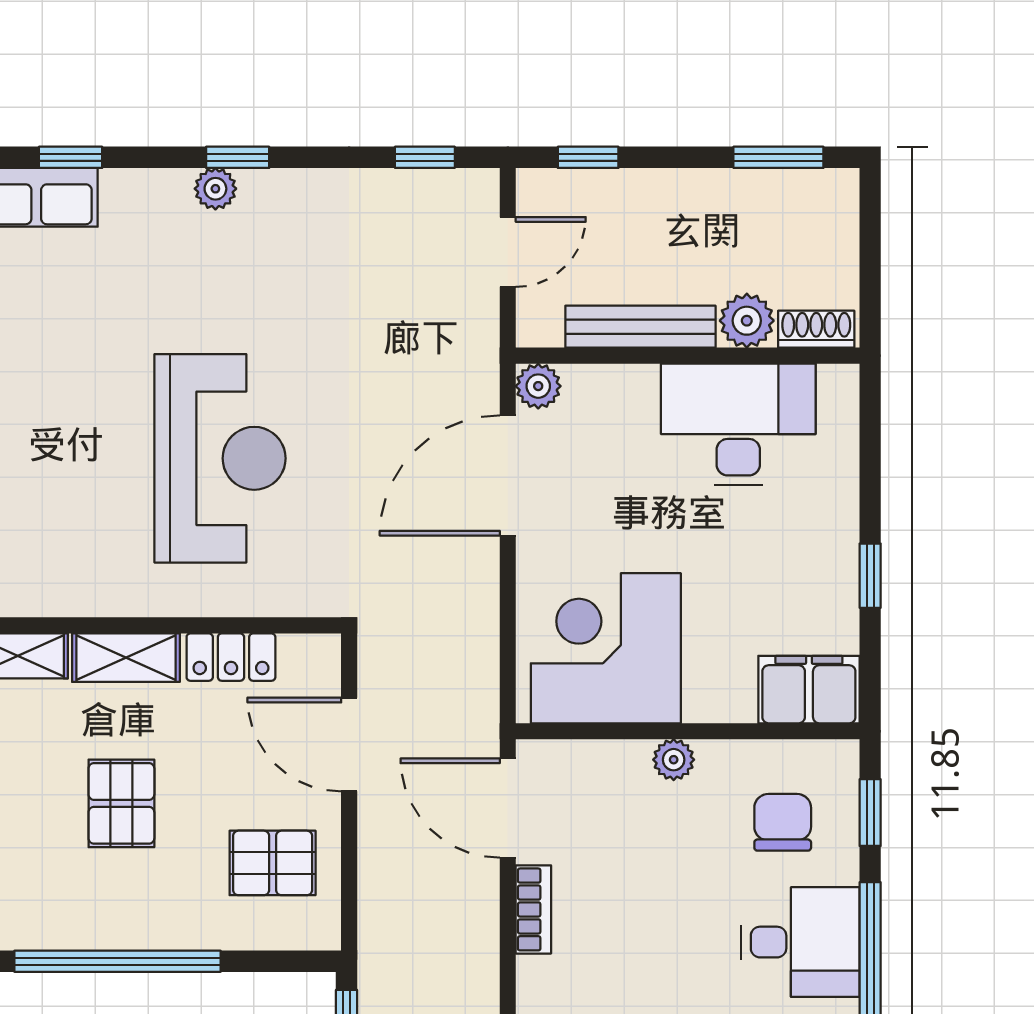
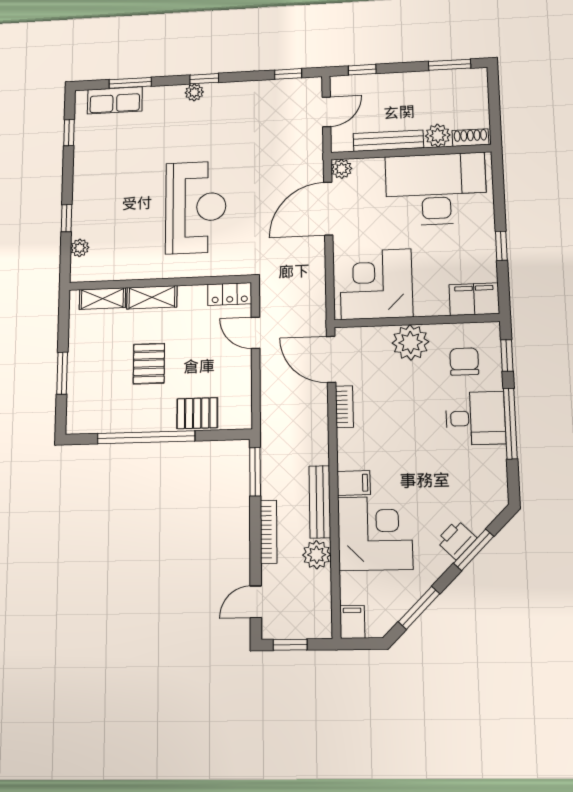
window: (71, 157) -> (130, 83), width x1.50
desk: (738, 424) -> (436, 189), width x1.36, depth x1.30
locker: (231, 657) -> (230, 294), moved
door: (349, 745) -> (256, 333), width x0.73
plant: (674, 760) -> (410, 342), width x1.87, depth x1.87
pallet: (273, 863) -> (197, 413), moved

